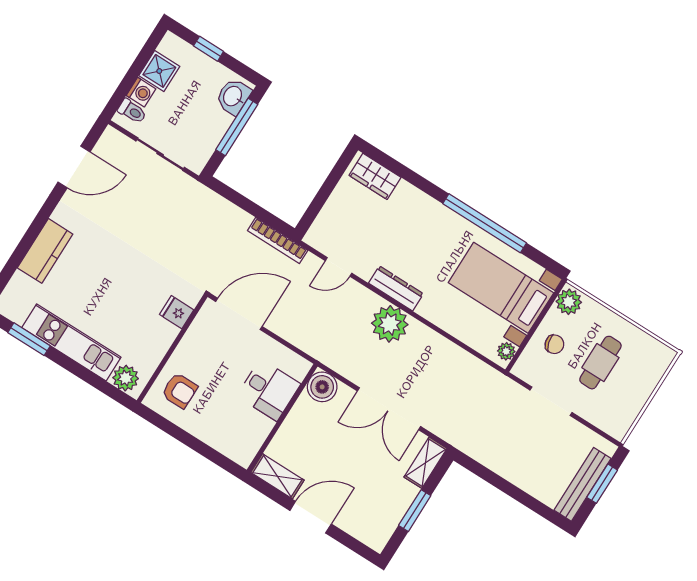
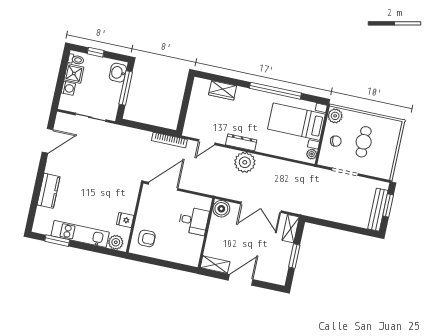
toilet: (132, 111) -> (76, 60), moved
wardrobe: (375, 176) -> (223, 90), moved
fridge: (177, 312) -> (125, 220), moved

